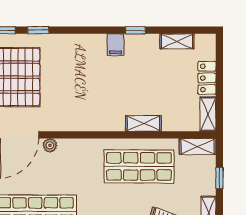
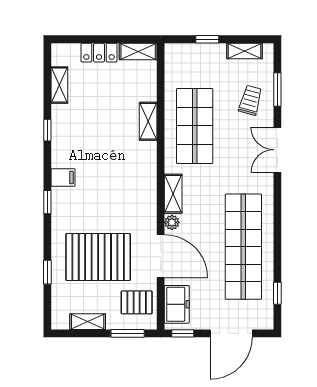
window: (38, 30) -> (47, 202), moved
filing cabinet: (115, 45) -> (63, 178), moved
shelving: (198, 147) -> (173, 194), moved

